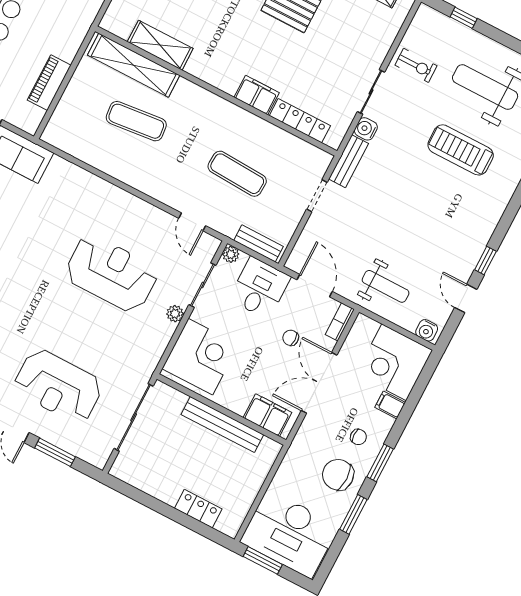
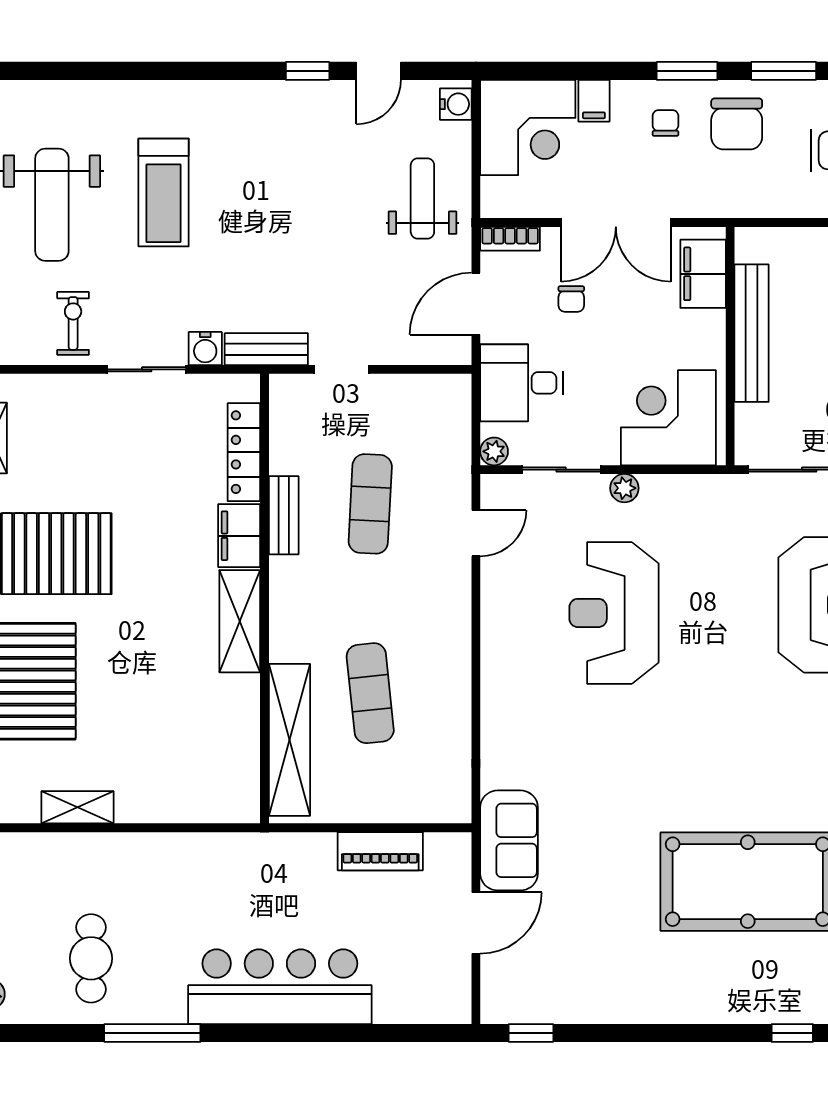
shelving: (160, 45) -> (240, 621), moved
bench: (259, 243) -> (284, 515), moved

